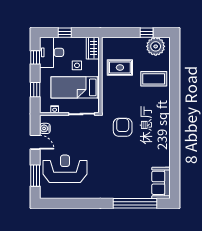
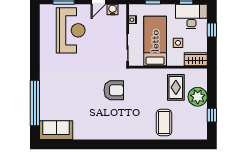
plant: (156, 46) -> (198, 97), moved

